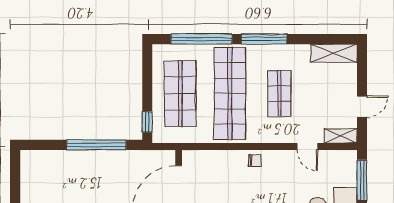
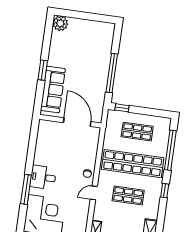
window: (264, 39) -> (165, 191), width x0.46
shop shelf: (180, 94) -> (137, 132), width x0.70, depth x0.74
door: (307, 146) -> (94, 193), moved

